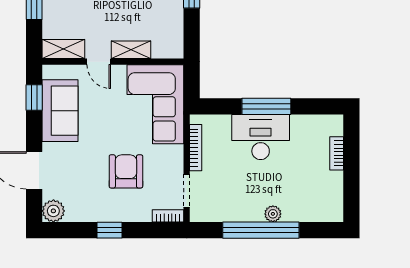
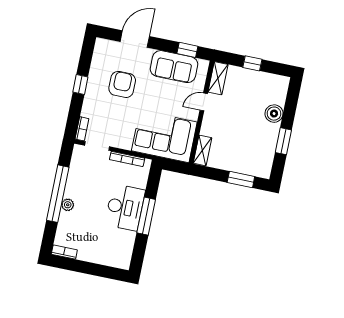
shelving: (131, 50) -> (202, 150), moved
bookcase: (337, 153) -> (64, 252), moved
armchair: (126, 171) -> (122, 84), moved, turned -90
plant: (53, 211) -> (103, 47), removed

